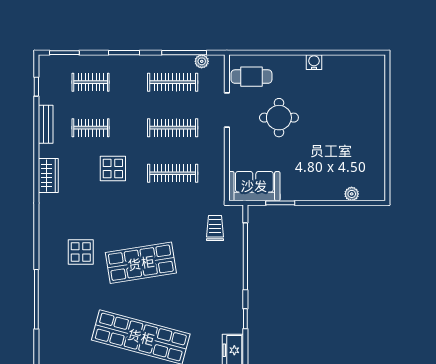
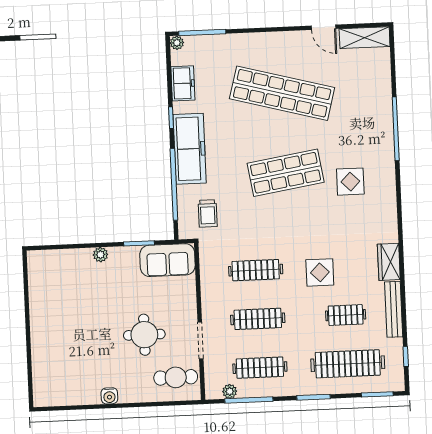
clothes rail: (91, 82) -> (348, 364), width x1.86, depth x1.31
bench: (46, 124) -> (394, 309), width x1.36
plant: (352, 194) -> (100, 255), moved
freezer: (229, 289) -> (190, 149), added

